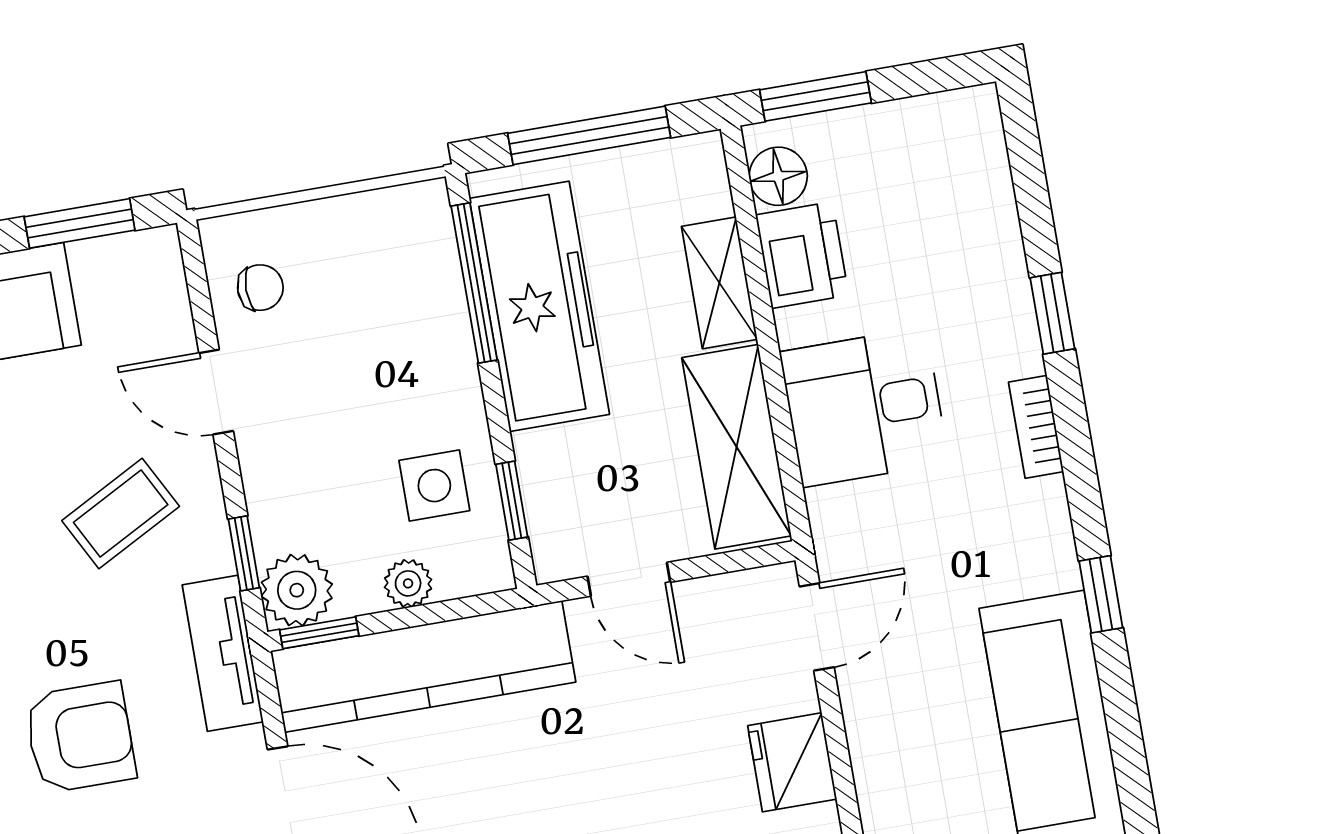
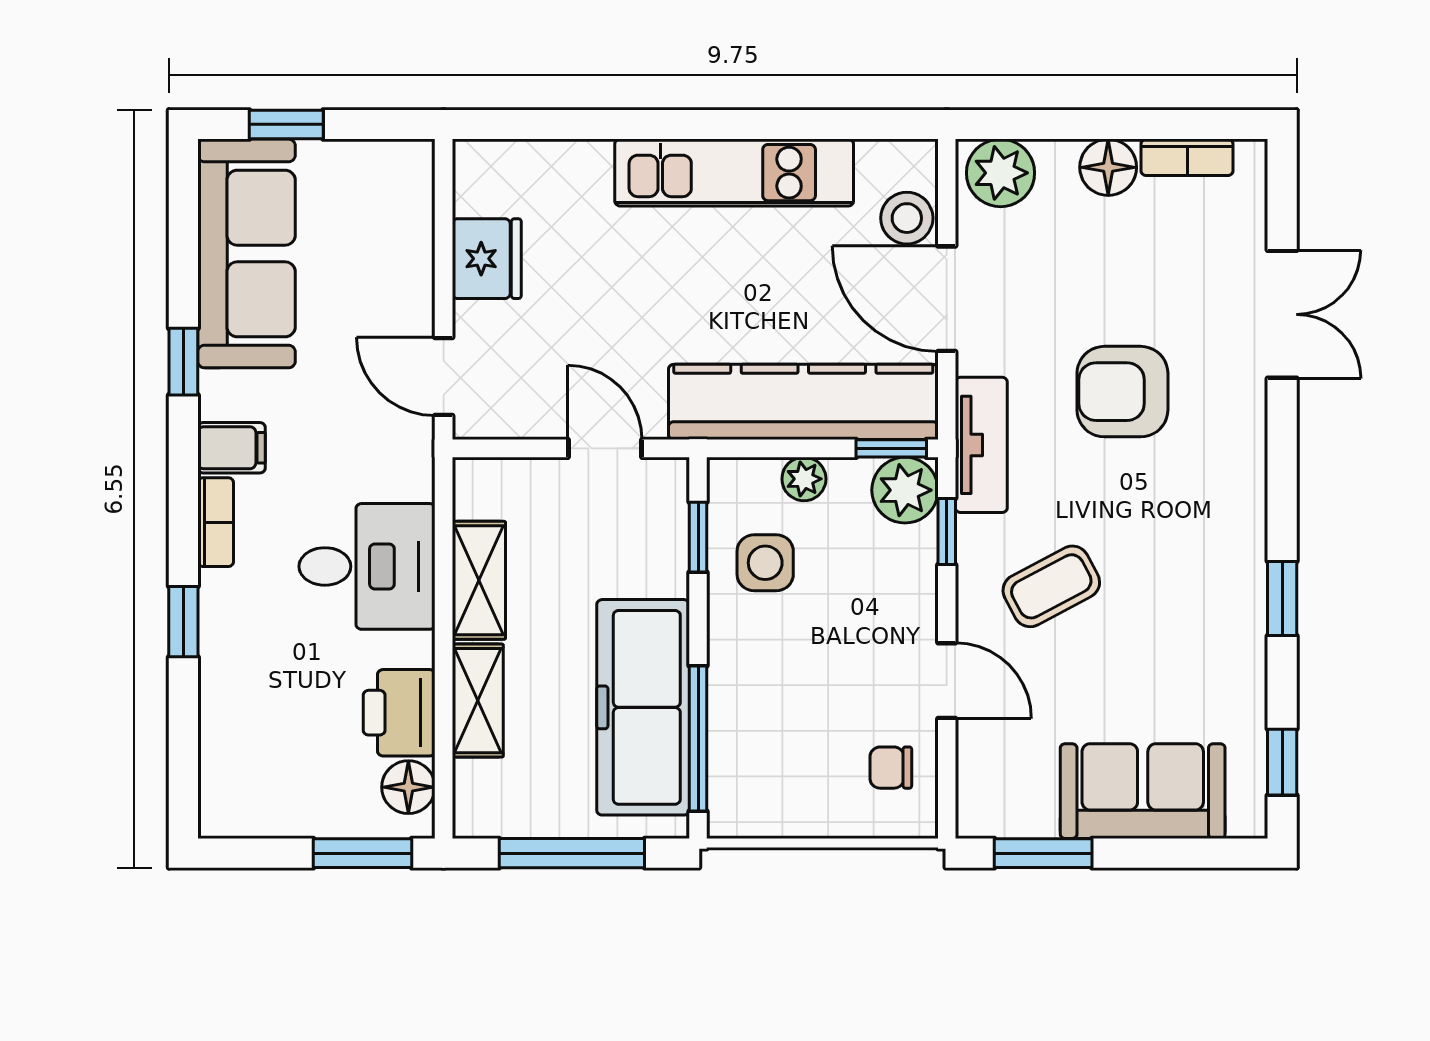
shelving: (737, 447) -> (479, 580), width x0.67, depth x0.75
filing cabinet: (1033, 510) -> (232, 448), added
door: (817, 627) -> (444, 377), hinge flipped

